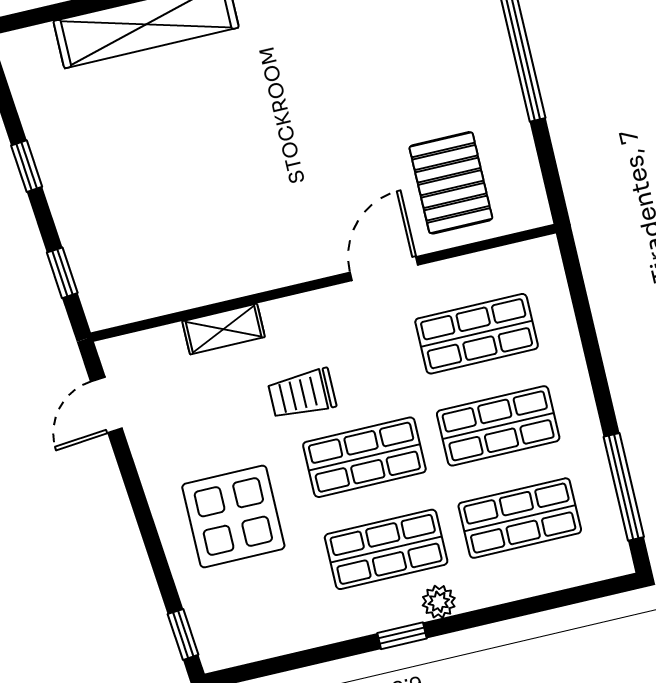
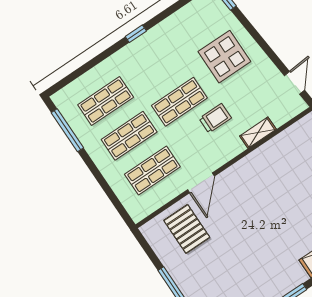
shop shelf: (386, 549) -> (156, 67), removed
plant: (439, 602) -> (126, 54), removed

